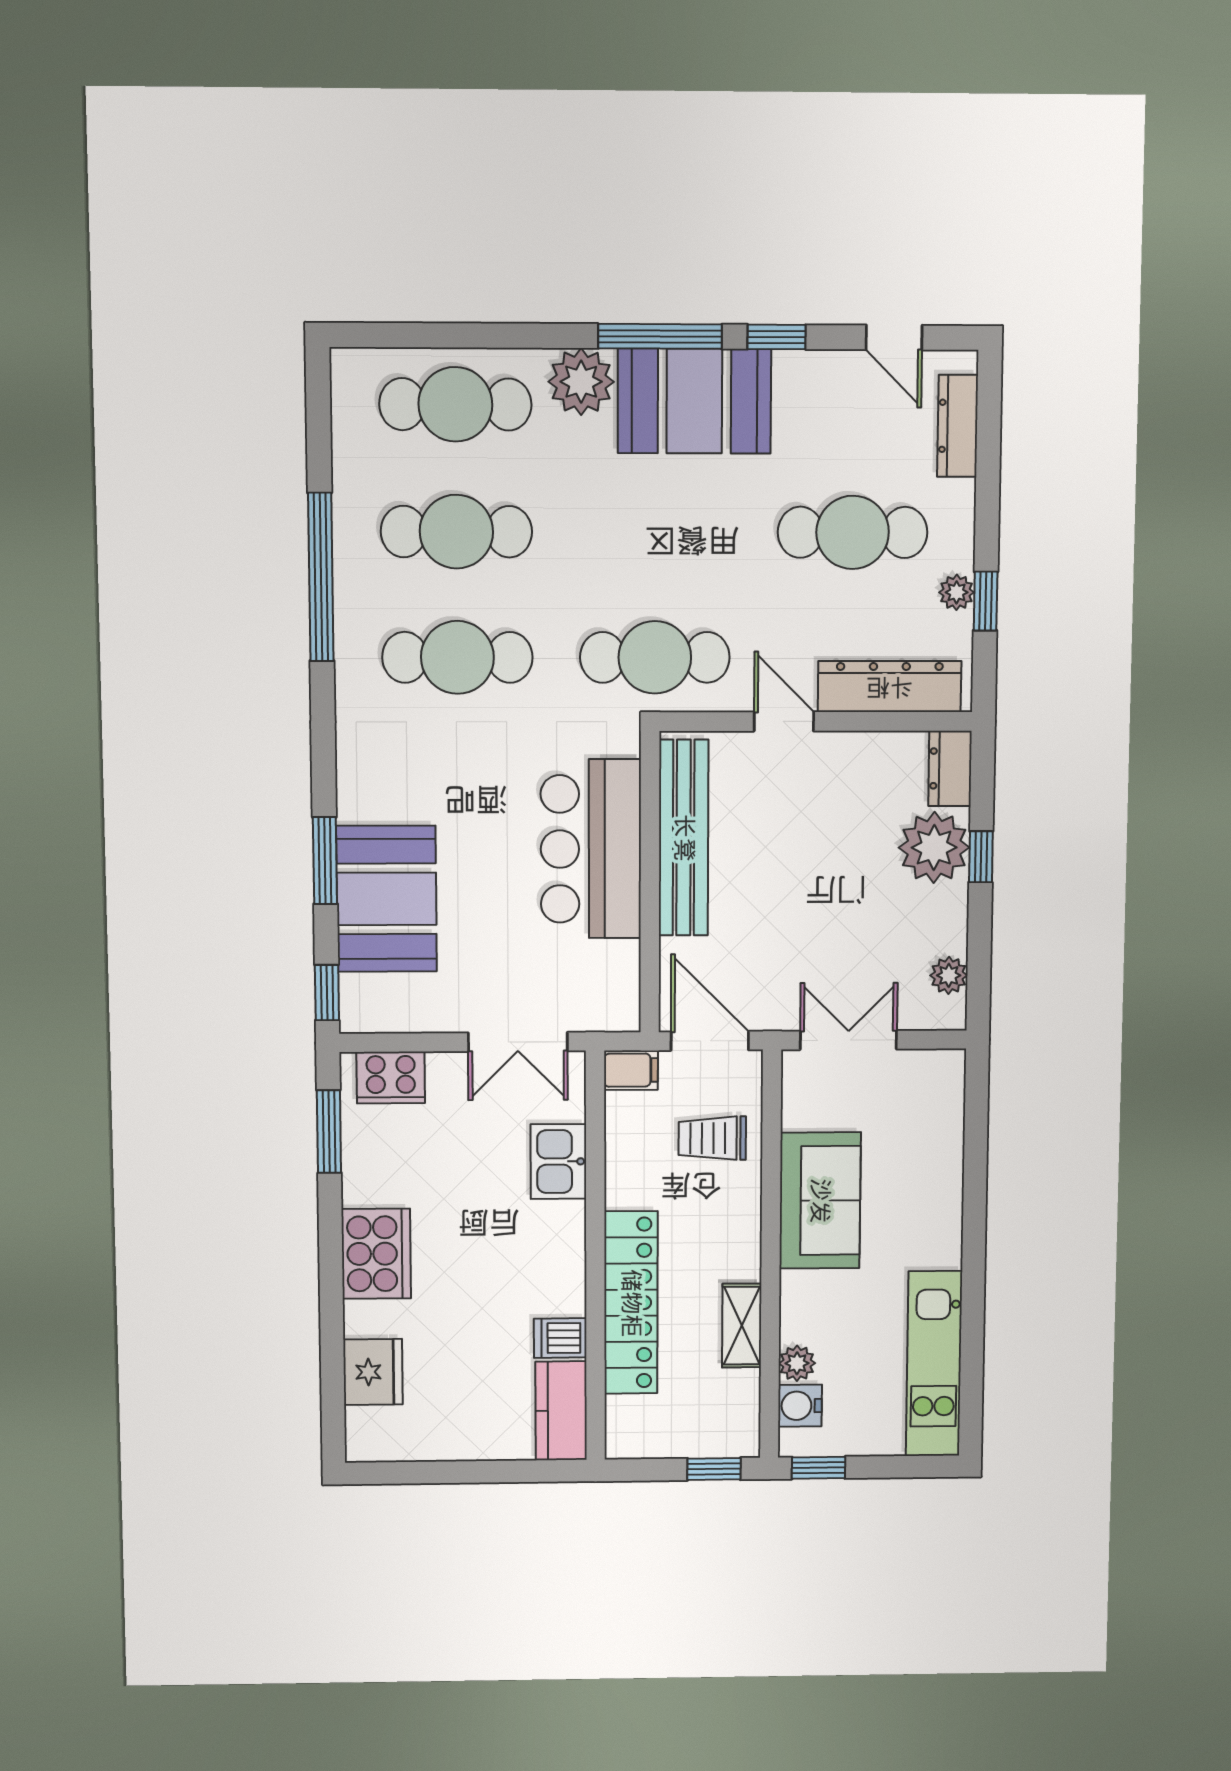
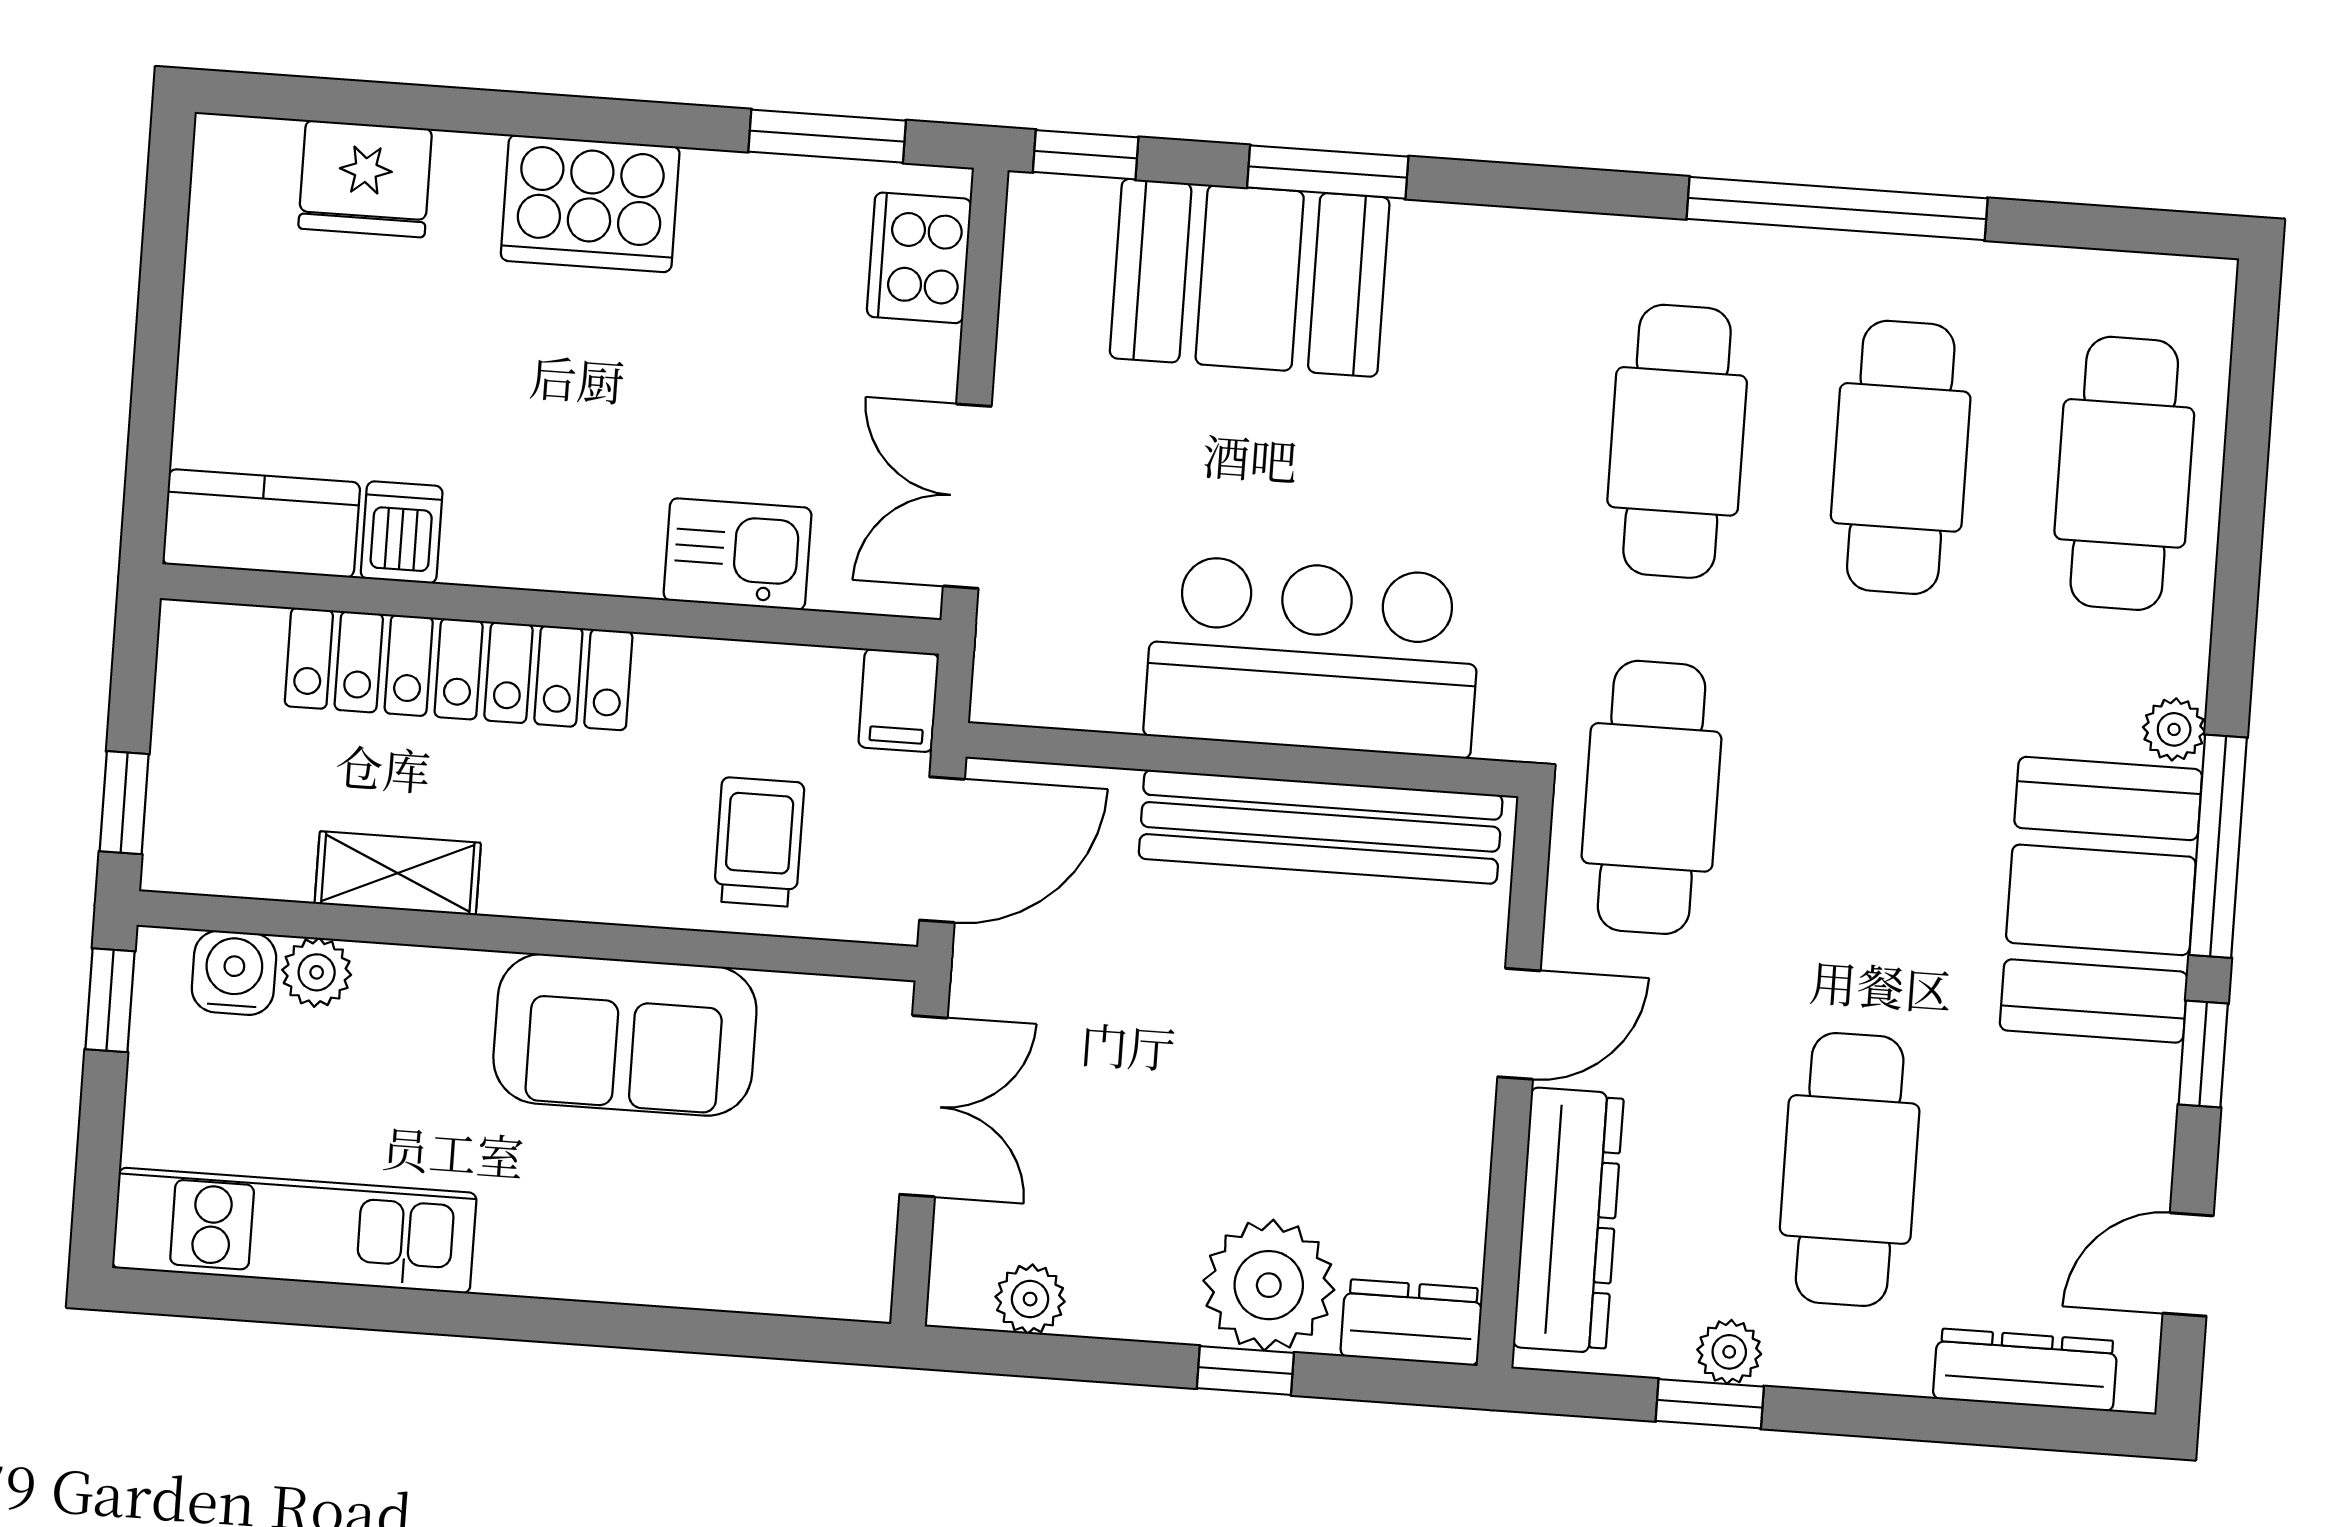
plant: (581, 382) -> (2174, 729), width x0.53, depth x0.53

